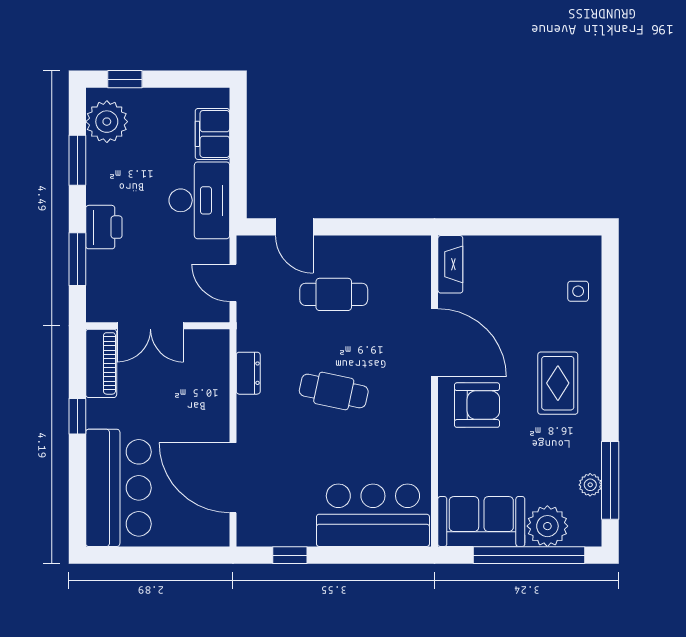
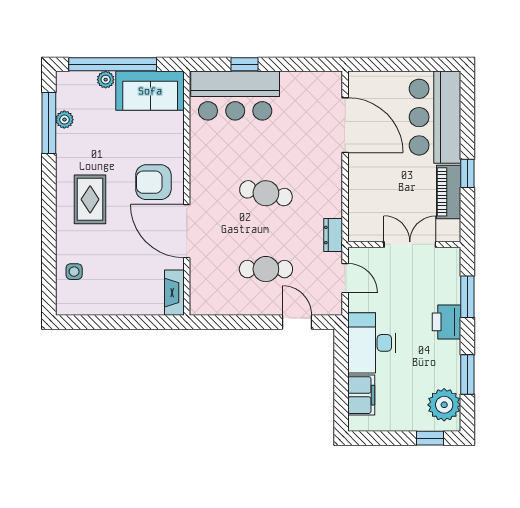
piano: (101, 363) -> (449, 192), moved
dresser: (248, 373) -> (333, 235), moved
plant: (547, 526) -> (106, 80), width x0.53, depth x0.53
window: (290, 555) -> (244, 64), moved

